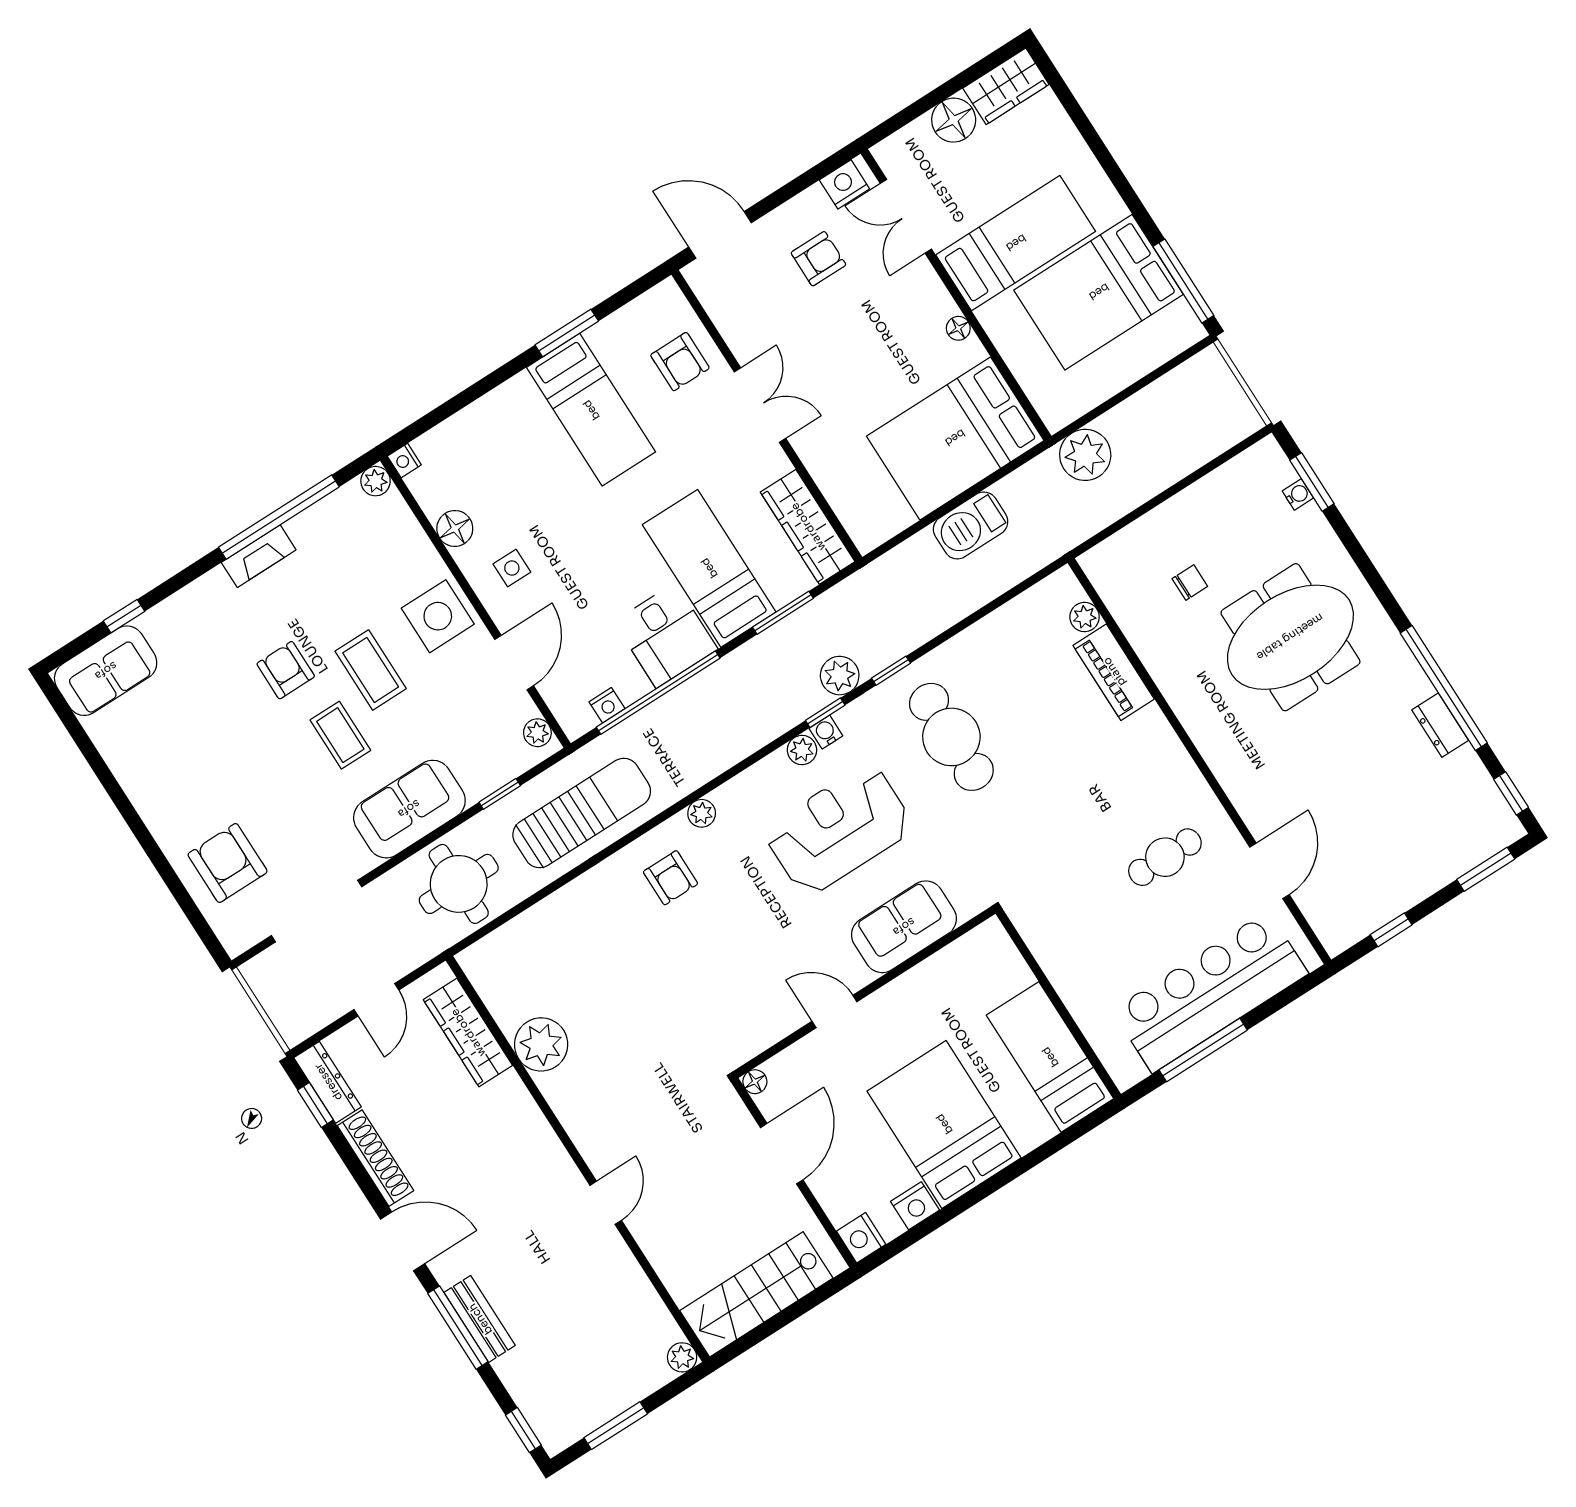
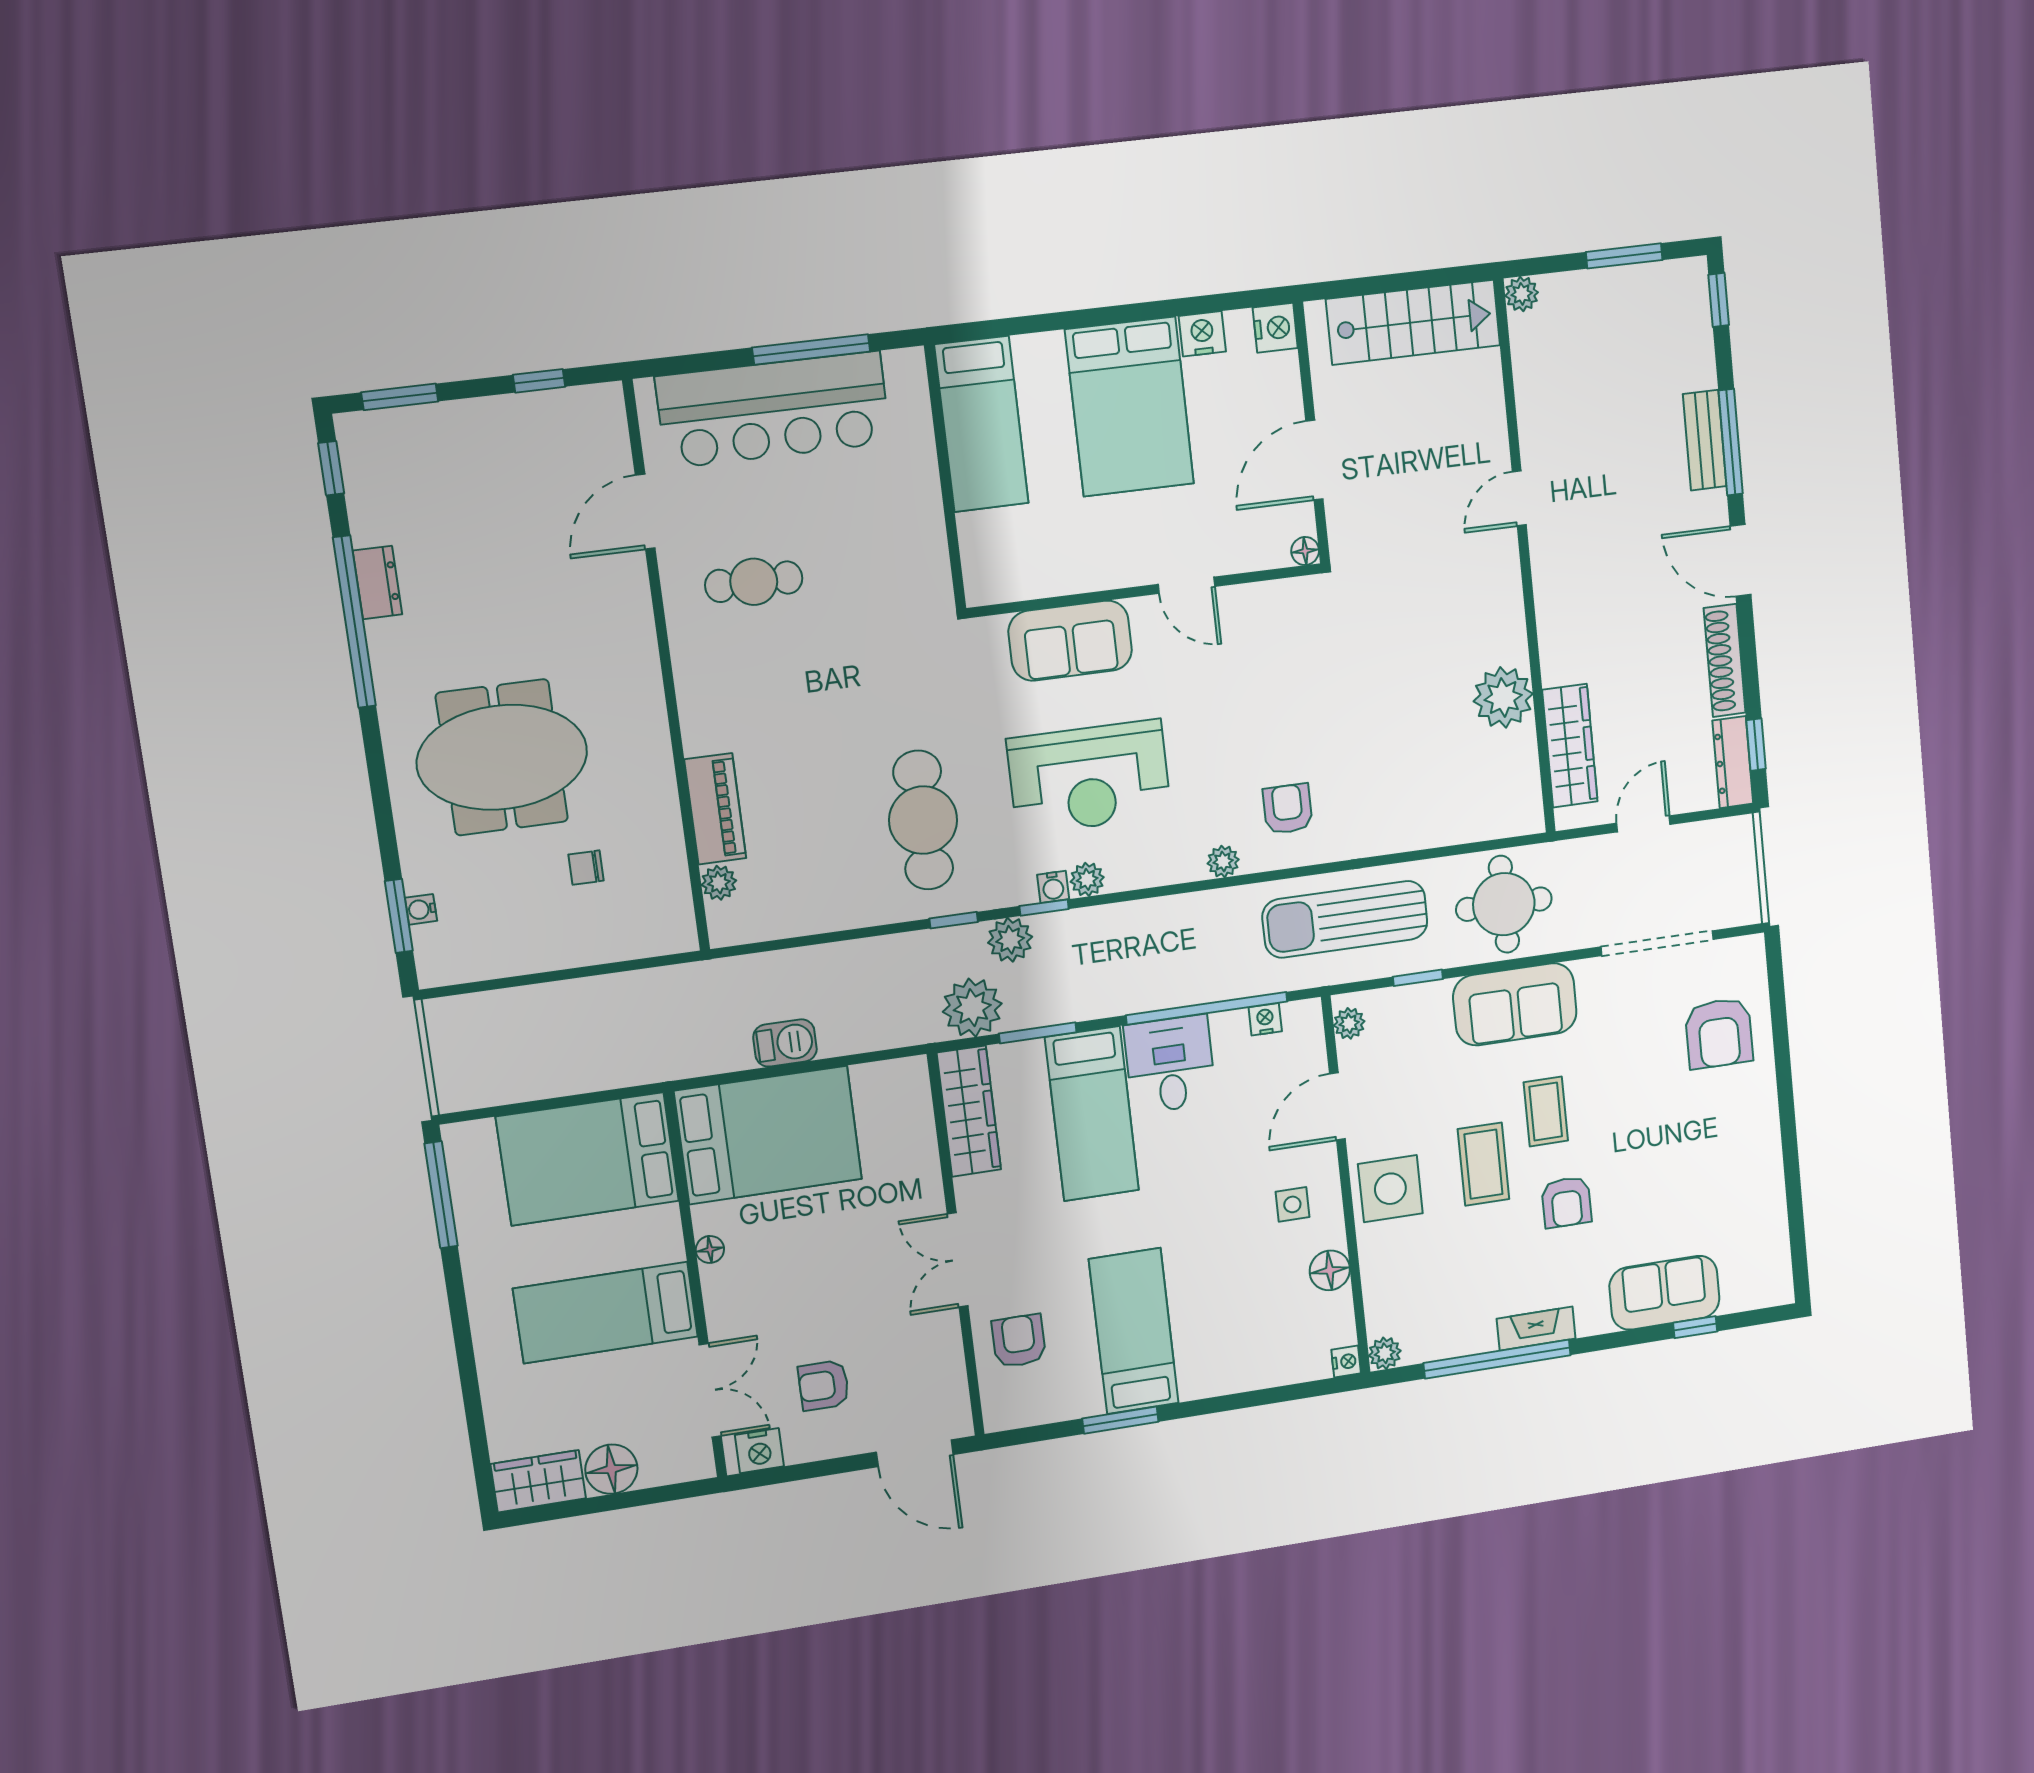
bed: (1099, 292) -> (588, 1159), moved, turned 180
plant: (1085, 455) -> (972, 1008), moved
barbecue: (971, 525) -> (785, 1043), width x0.73, depth x0.79
sofa: (106, 671) -> (1664, 1293), moved

